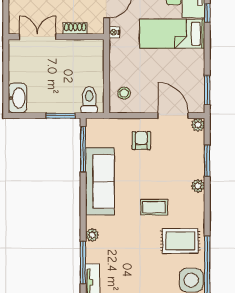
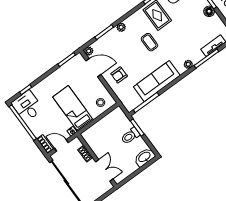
bed: (172, 34) -> (73, 108), moved, turned 180
double door: (38, 37) -> (104, 170), swing flipped
toilet: (89, 100) -> (130, 136), moved
door: (173, 116) -> (93, 68), swing flipped

